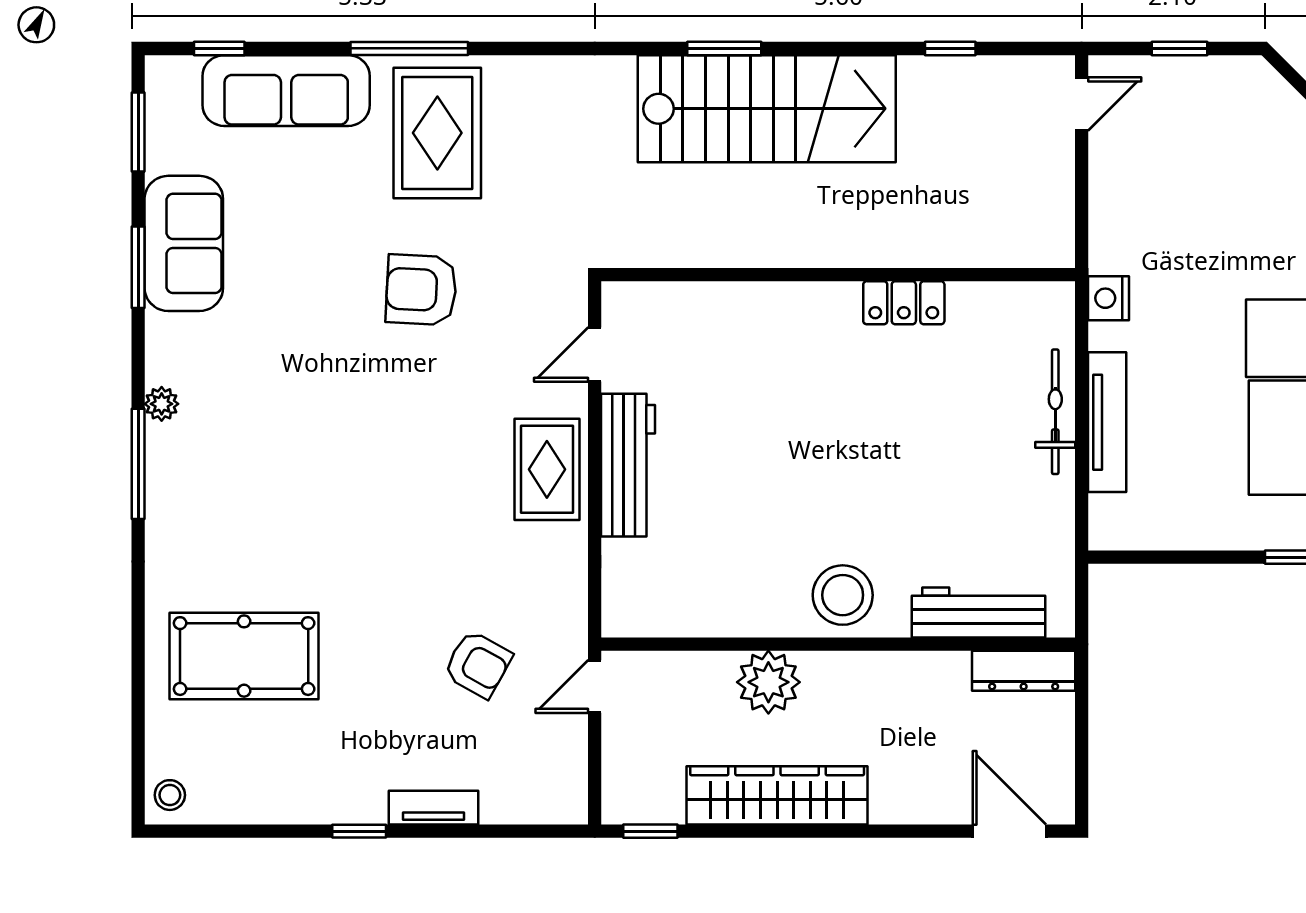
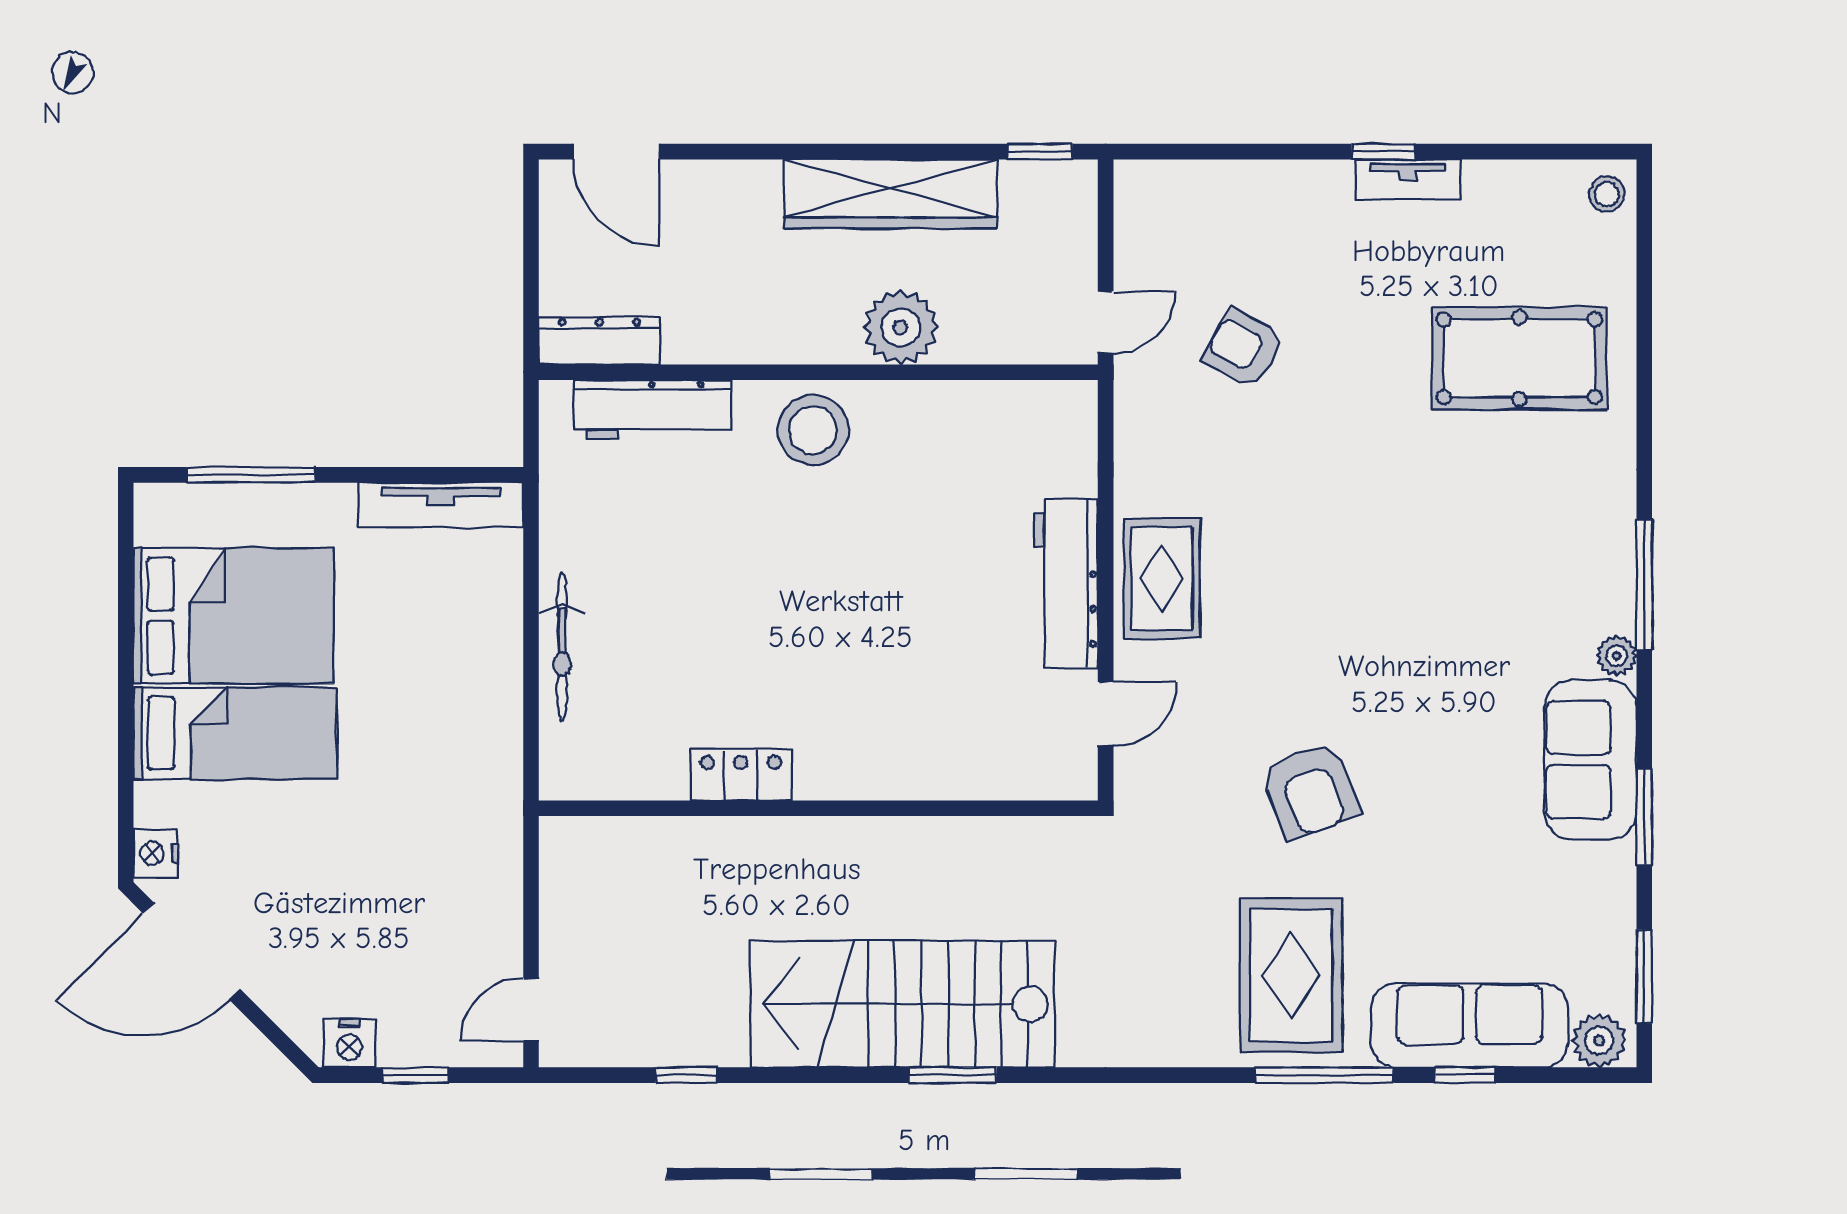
window: (219, 48) -> (1465, 1075), moved
plant: (176, 78) -> (1599, 1041), added
sofa: (184, 243) -> (1590, 760), moved
armchair: (421, 290) -> (1310, 790), turned 66
nightstand: (1109, 298) -> (349, 1043), moved, turned 90
tv unit: (1107, 422) -> (441, 505), moved, turned -90
tv unit: (433, 808) -> (1408, 179), moved

